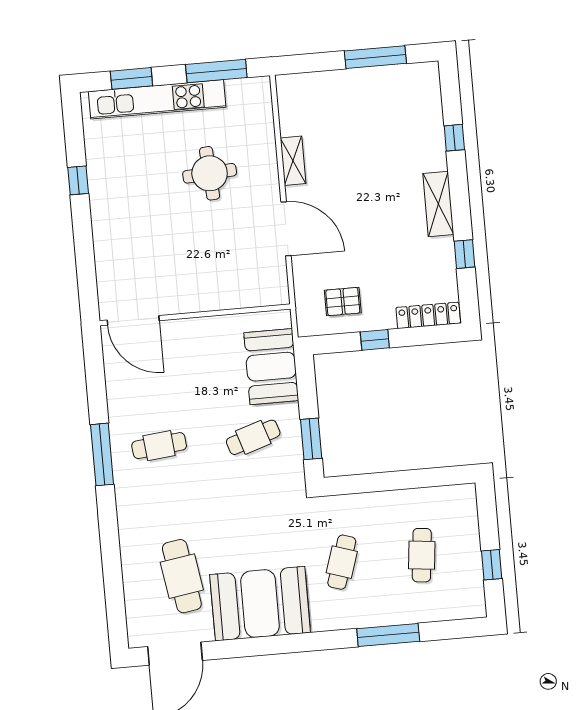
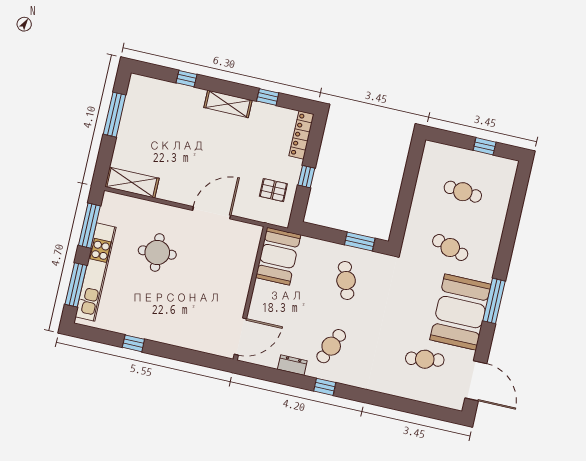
window: (131, 78) -> (76, 285), width x1.44
shelving: (293, 161) -> (132, 183), moved, width x1.50, depth x1.33
pallet: (343, 302) -> (273, 190), turned 90
booth: (271, 367) -> (278, 256), moved, turned 90
dresser: (117, 402) -> (292, 365), added
cafe table: (159, 446) -> (331, 346), turned 30
window: (102, 454) -> (325, 387), width x0.46
cafe table: (182, 576) -> (425, 359), width x0.73, depth x0.74
window: (388, 635) -> (494, 301), moved

